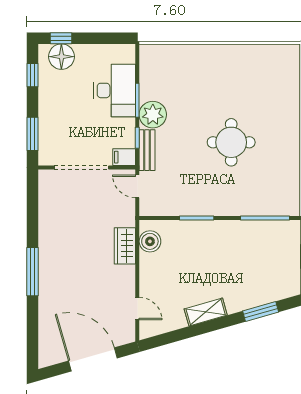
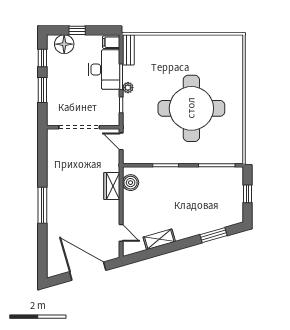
window: (61, 38) -> (77, 30), moved
plant: (153, 115) -> (128, 88), width x0.53, depth x0.53
window: (32, 134) -> (42, 90), moved
round table: (231, 142) -> (191, 108), width x1.86, depth x1.86
bench: (147, 150) -> (128, 50), moved
filing cabinet: (124, 157) -> (111, 42), moved
shelving: (206, 312) -> (159, 239), moved

